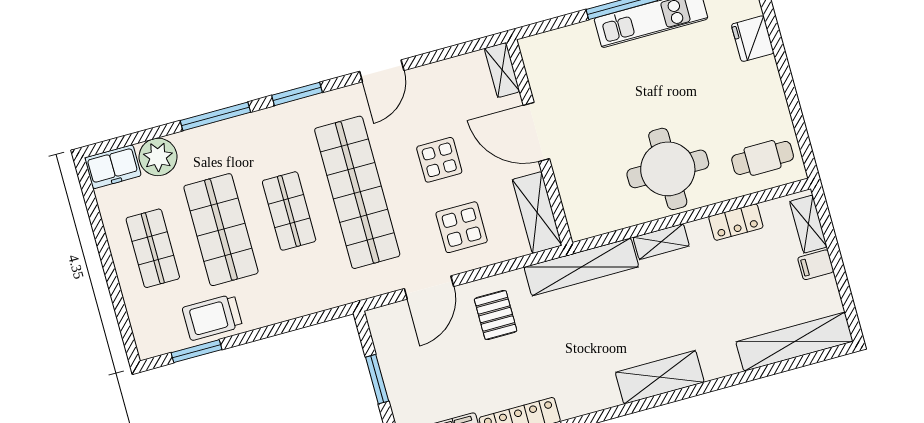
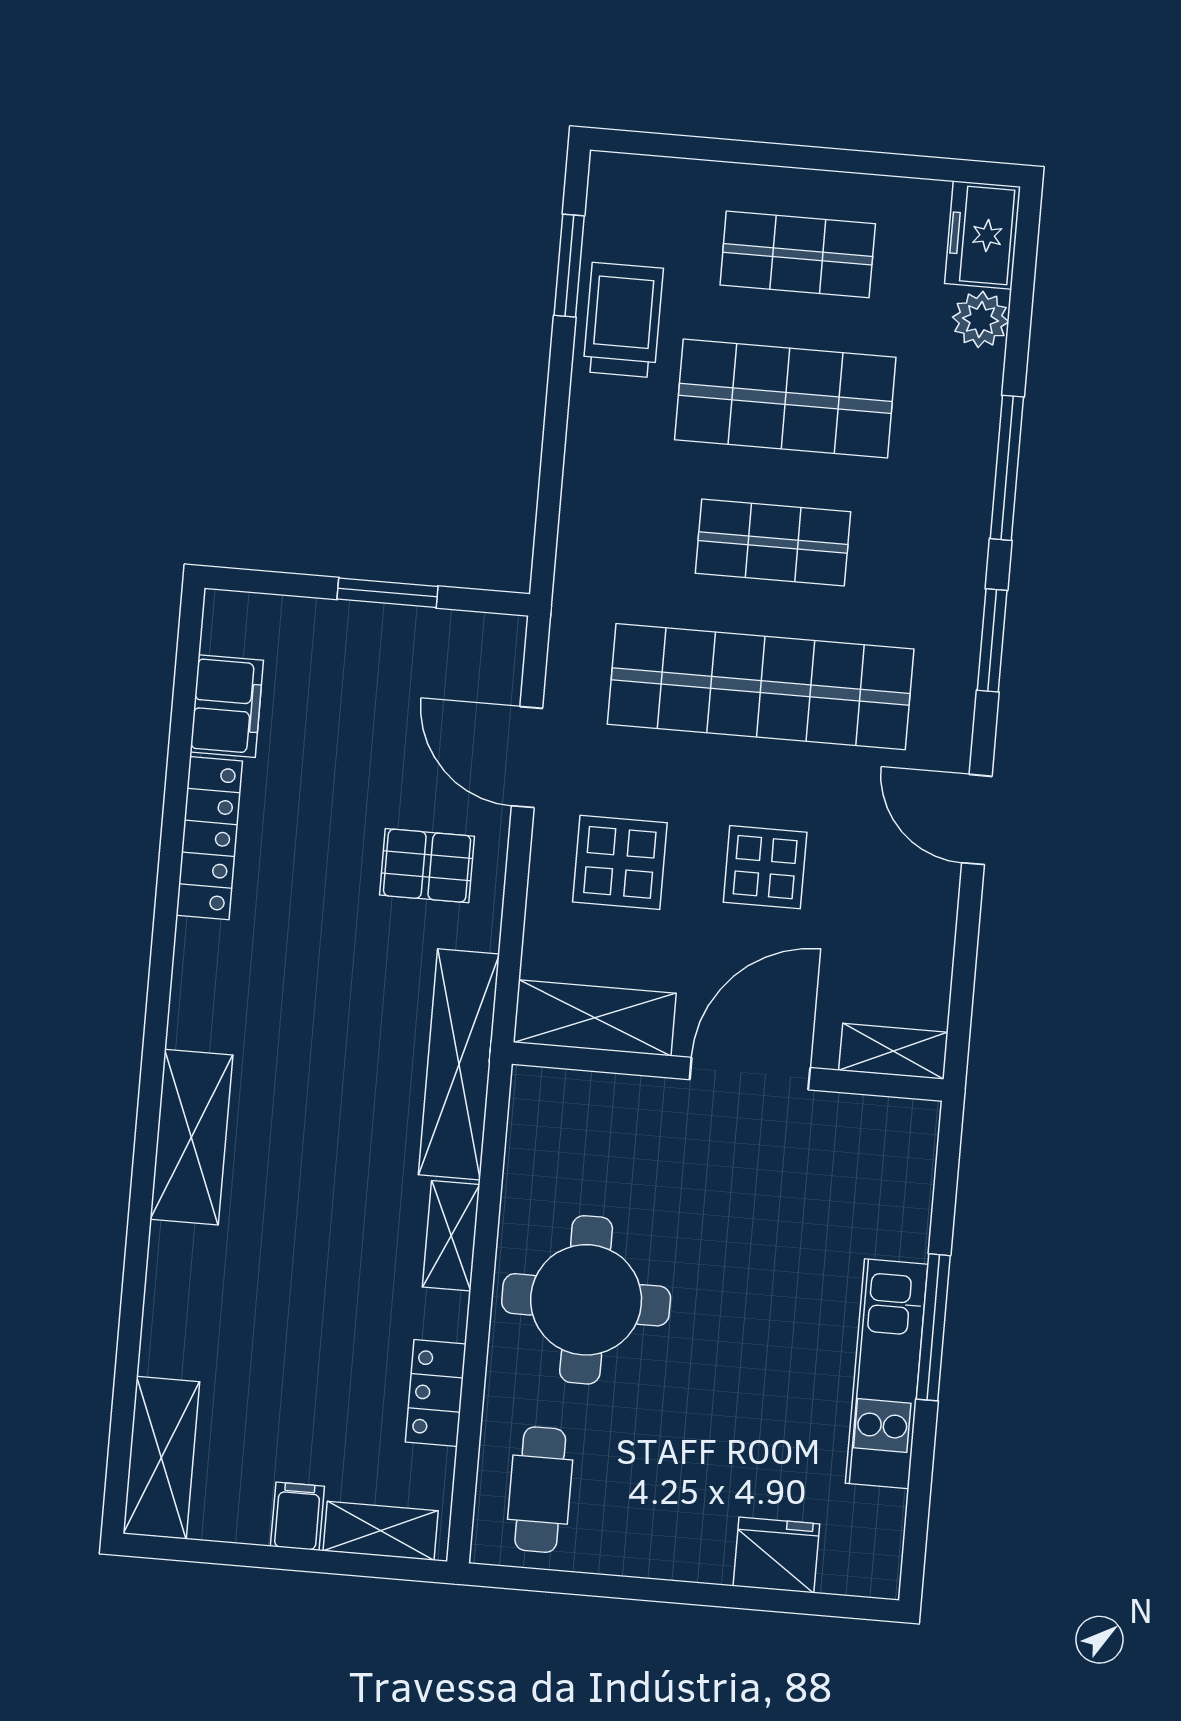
plant: (158, 157) -> (981, 319), width x0.73, depth x0.73
shelving: (794, 342) -> (161, 1458), width x0.68

